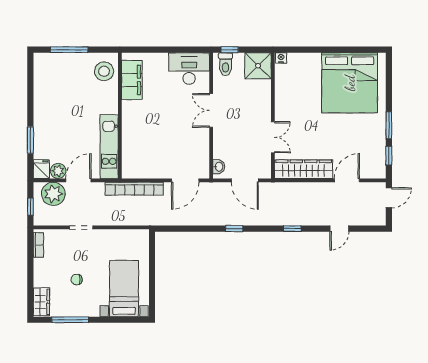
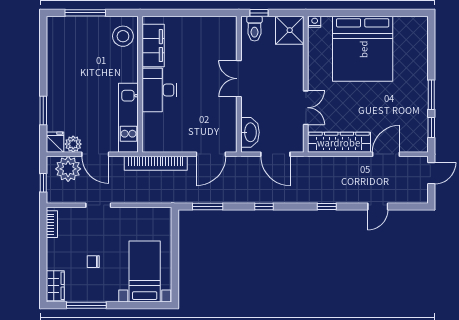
desk: (189, 69) -> (159, 90), moved, turned -90
bed: (350, 83) -> (363, 49), moved
washbasin: (219, 167) -> (250, 132), width x1.91, depth x1.45
door: (78, 180) -> (95, 154), swing flipped
window: (182, 229) -> (208, 206), added

